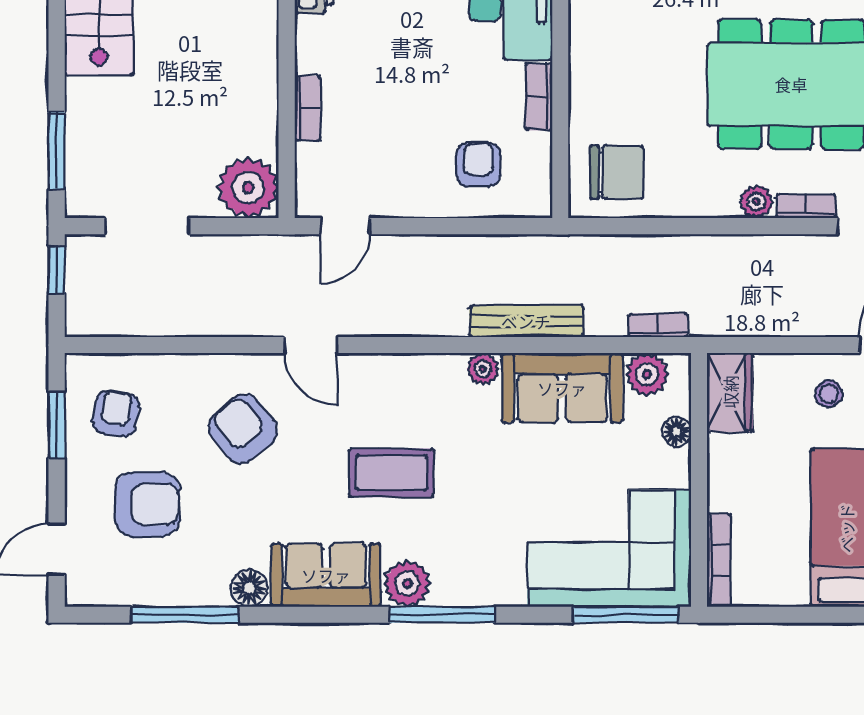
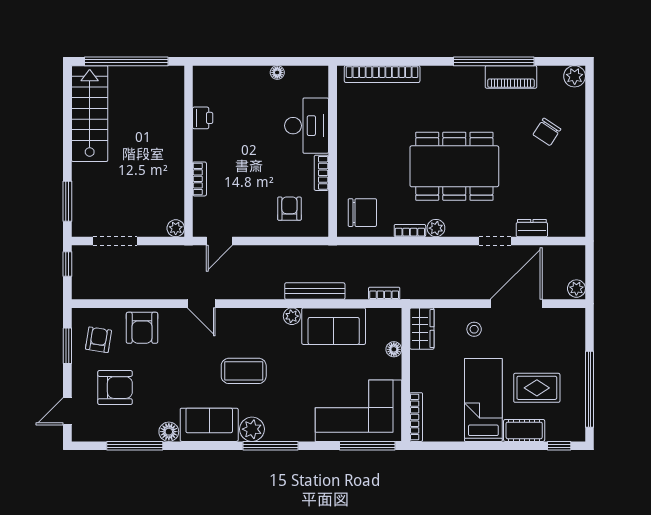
plant: (248, 188) -> (176, 228), width x0.53, depth x0.53
bookcase: (806, 206) -> (410, 231), moved
plant: (647, 374) -> (378, 319), removed
armchair: (243, 429) -> (142, 328), moved, turned -141

